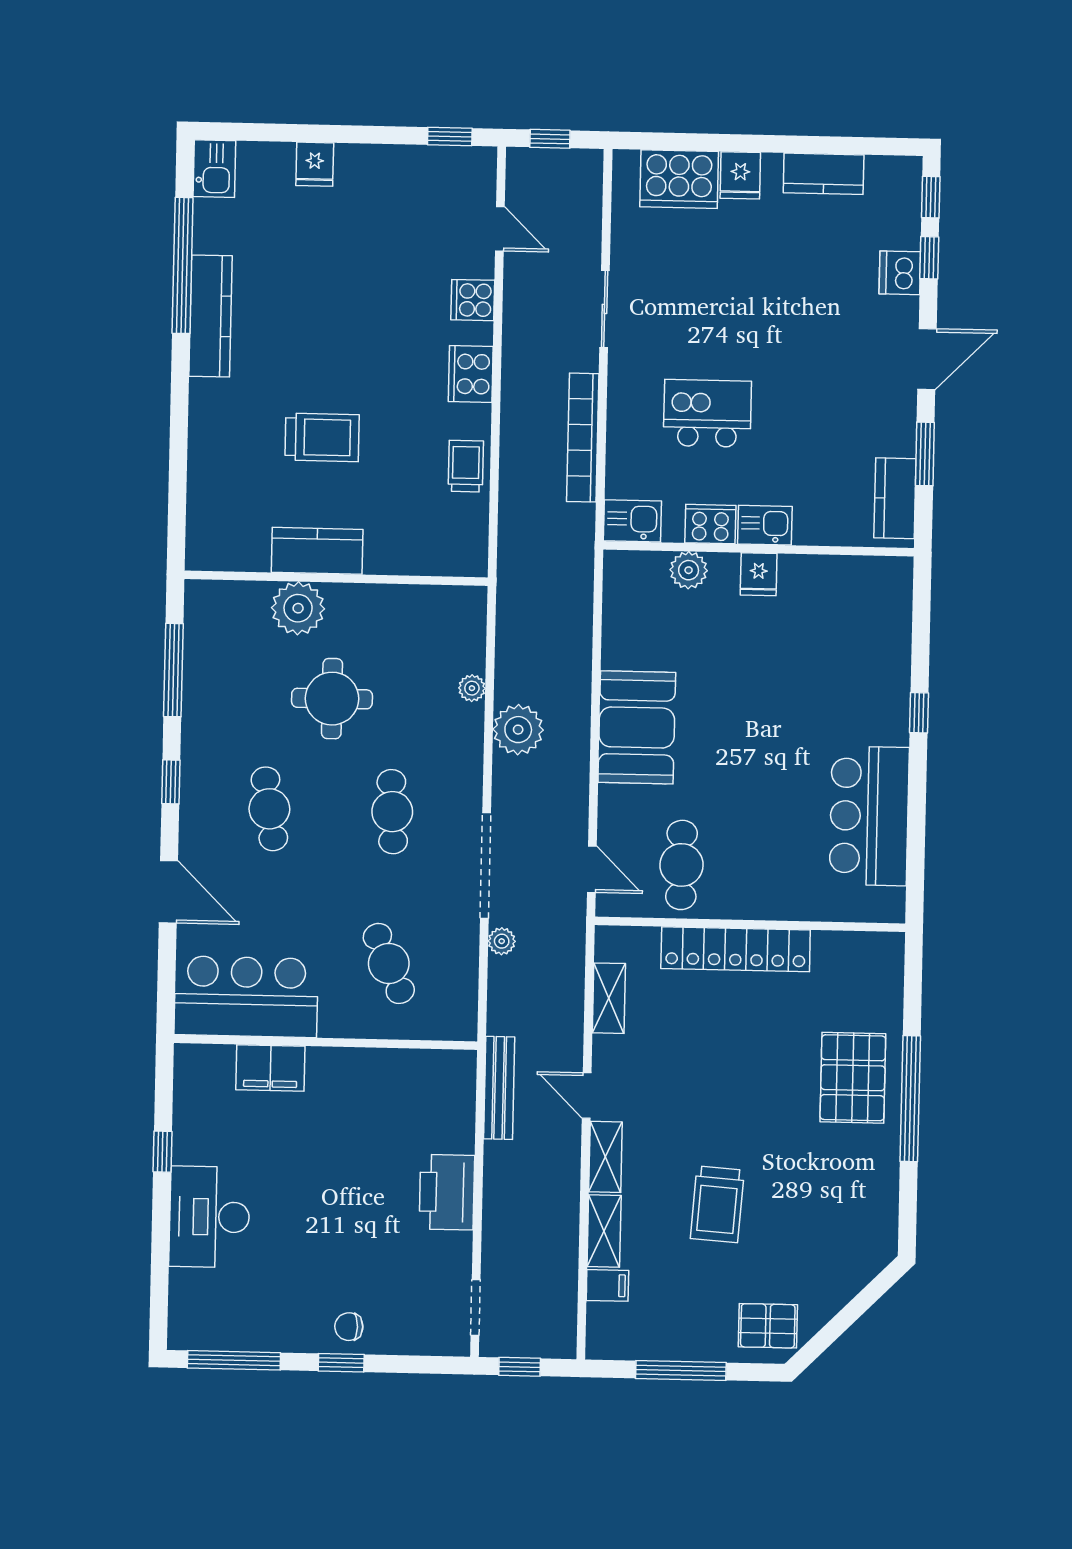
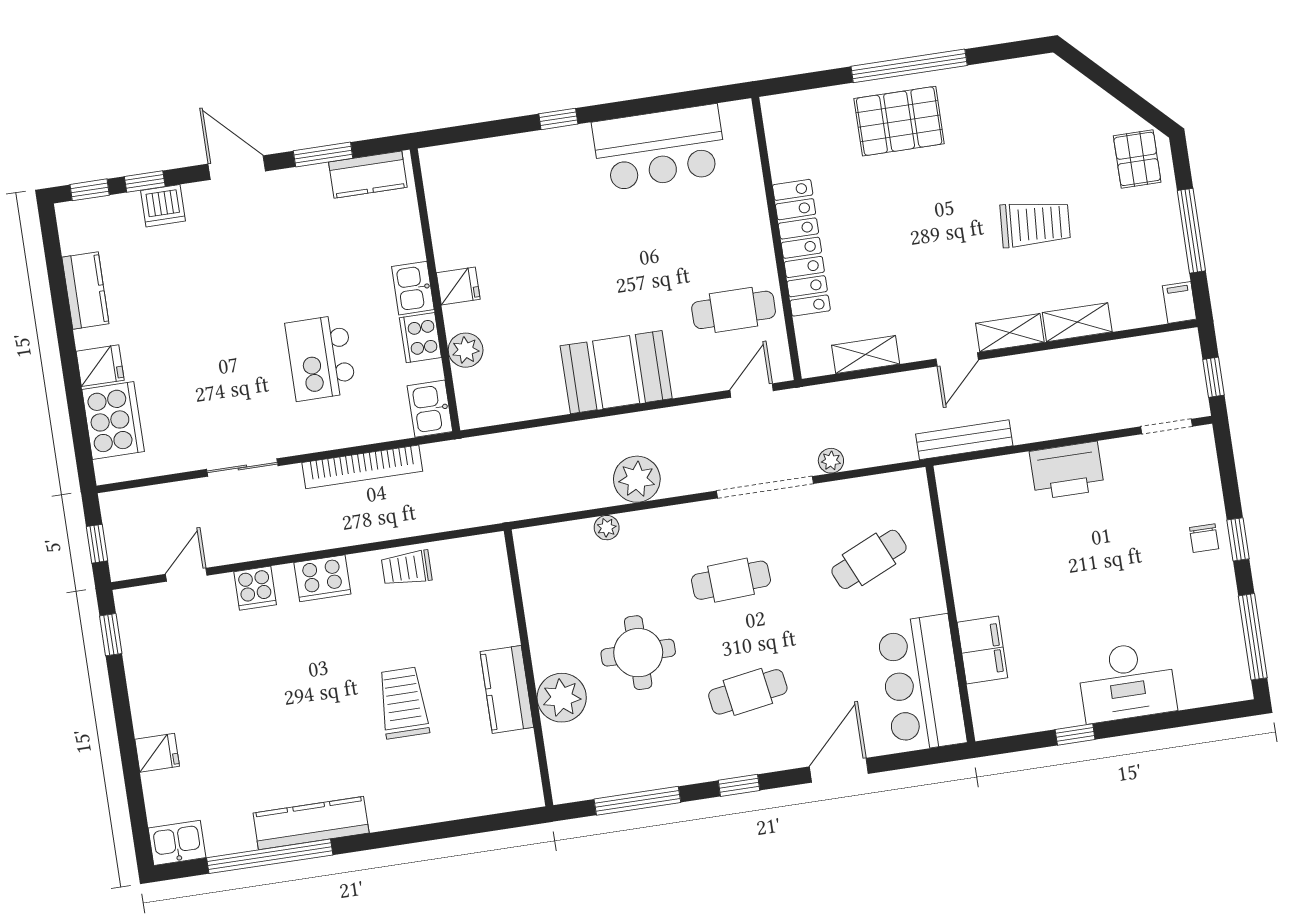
filing cabinet: (607, 1285) -> (1179, 302), moved

